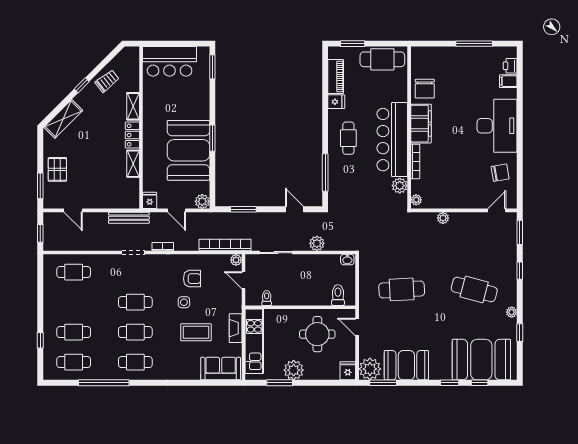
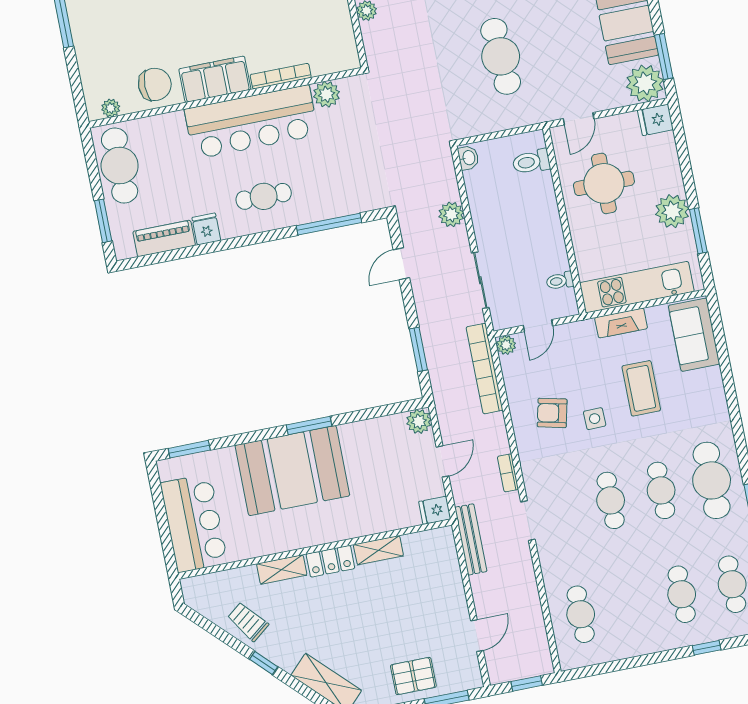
booth: (188, 150) -> (292, 471), moved
plant: (416, 200) -> (111, 108), moved
armchair: (192, 279) -> (552, 413), turned -77
cafe table: (135, 362) -> (712, 480), width x1.37, depth x1.35

